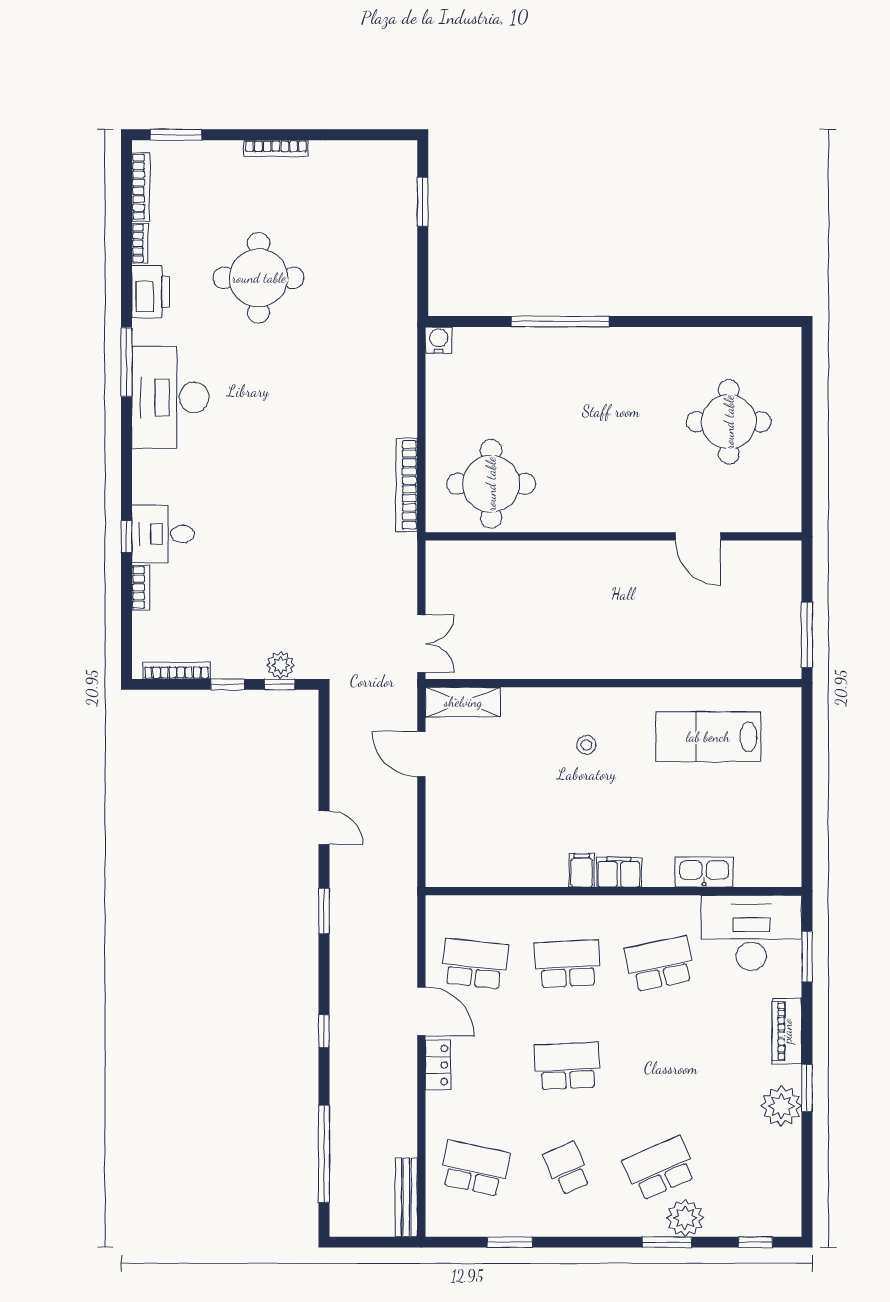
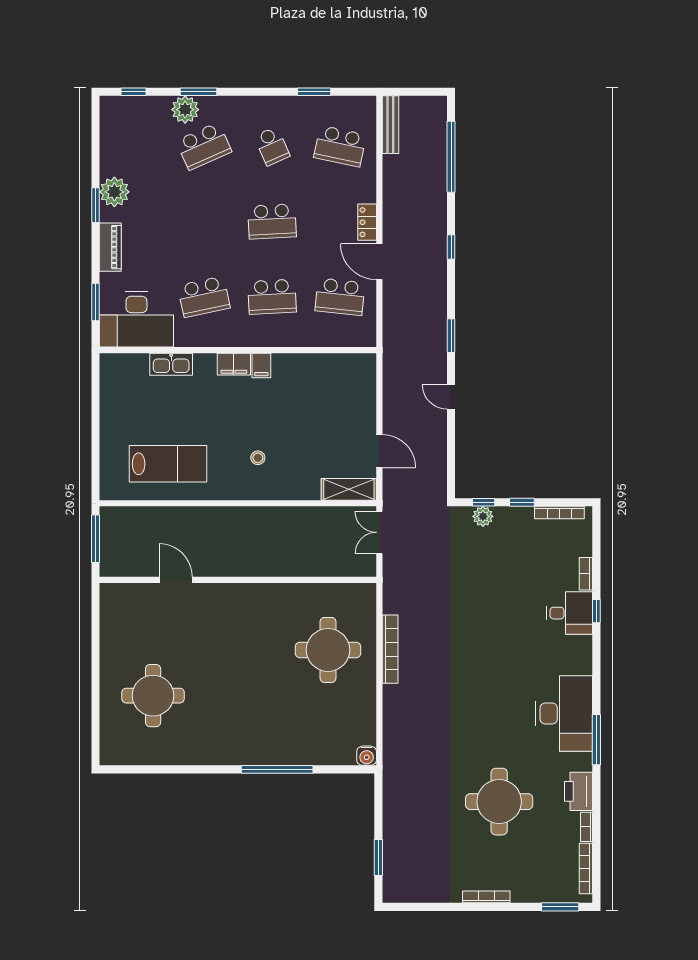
wall: (613, 536) -> (238, 580), moved
door: (698, 536) -> (176, 580), moved

